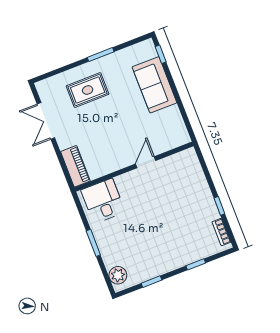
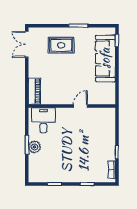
sofa: (154, 85) -> (105, 58), width x1.36
double door: (46, 121) -> (27, 44), moved
plant: (118, 275) -> (34, 147), moved

